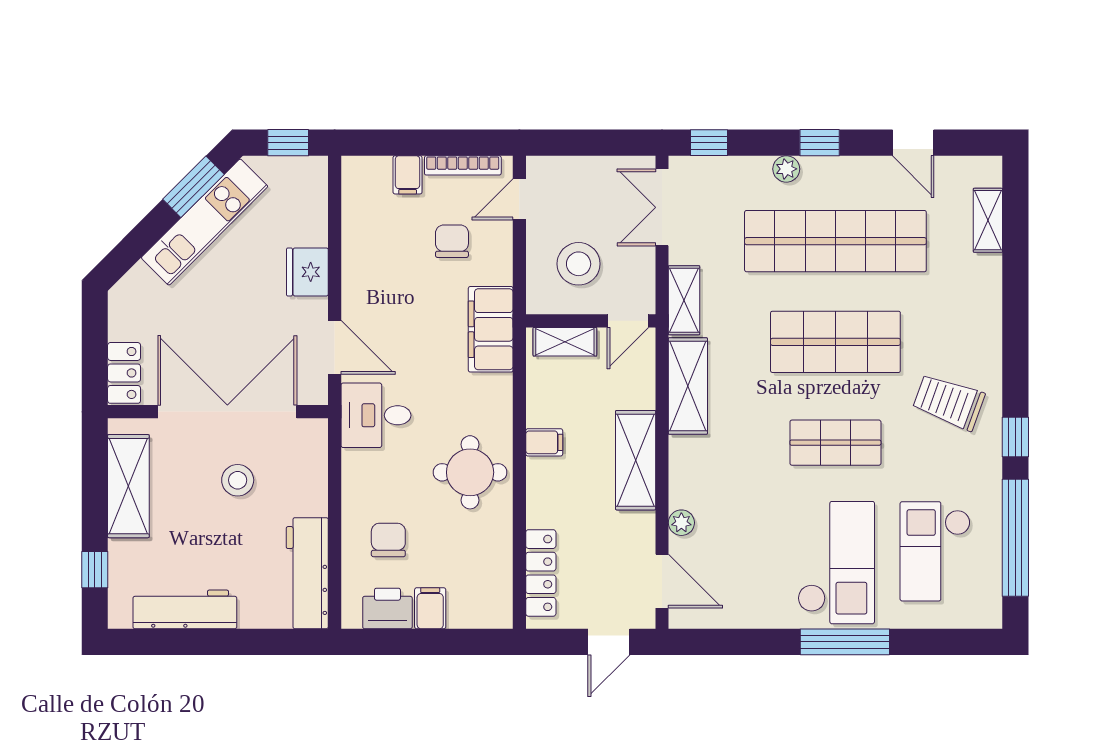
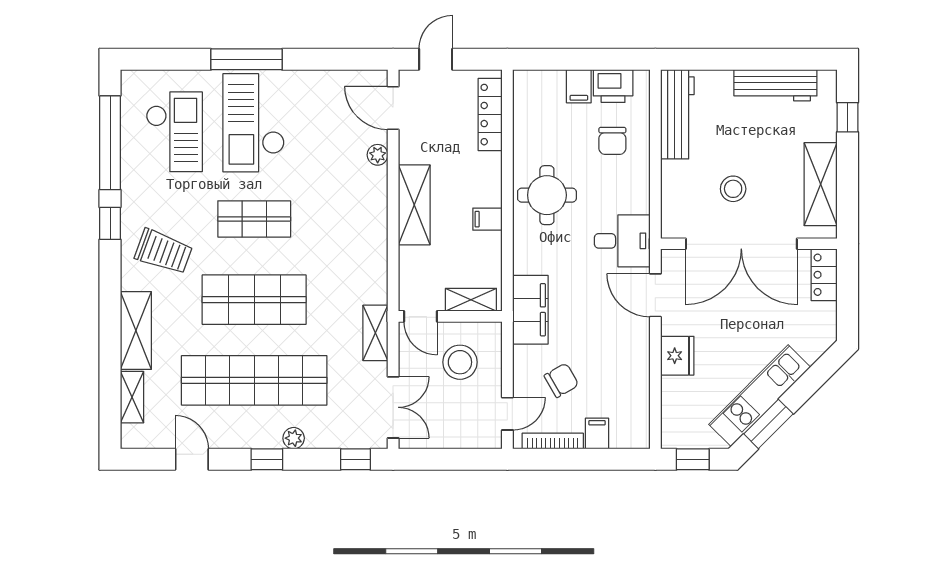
chair: (452, 241) -> (561, 380), turned -120
door: (628, 321) -> (421, 316), swing flipped
shelving: (688, 386) -> (136, 331), moved

